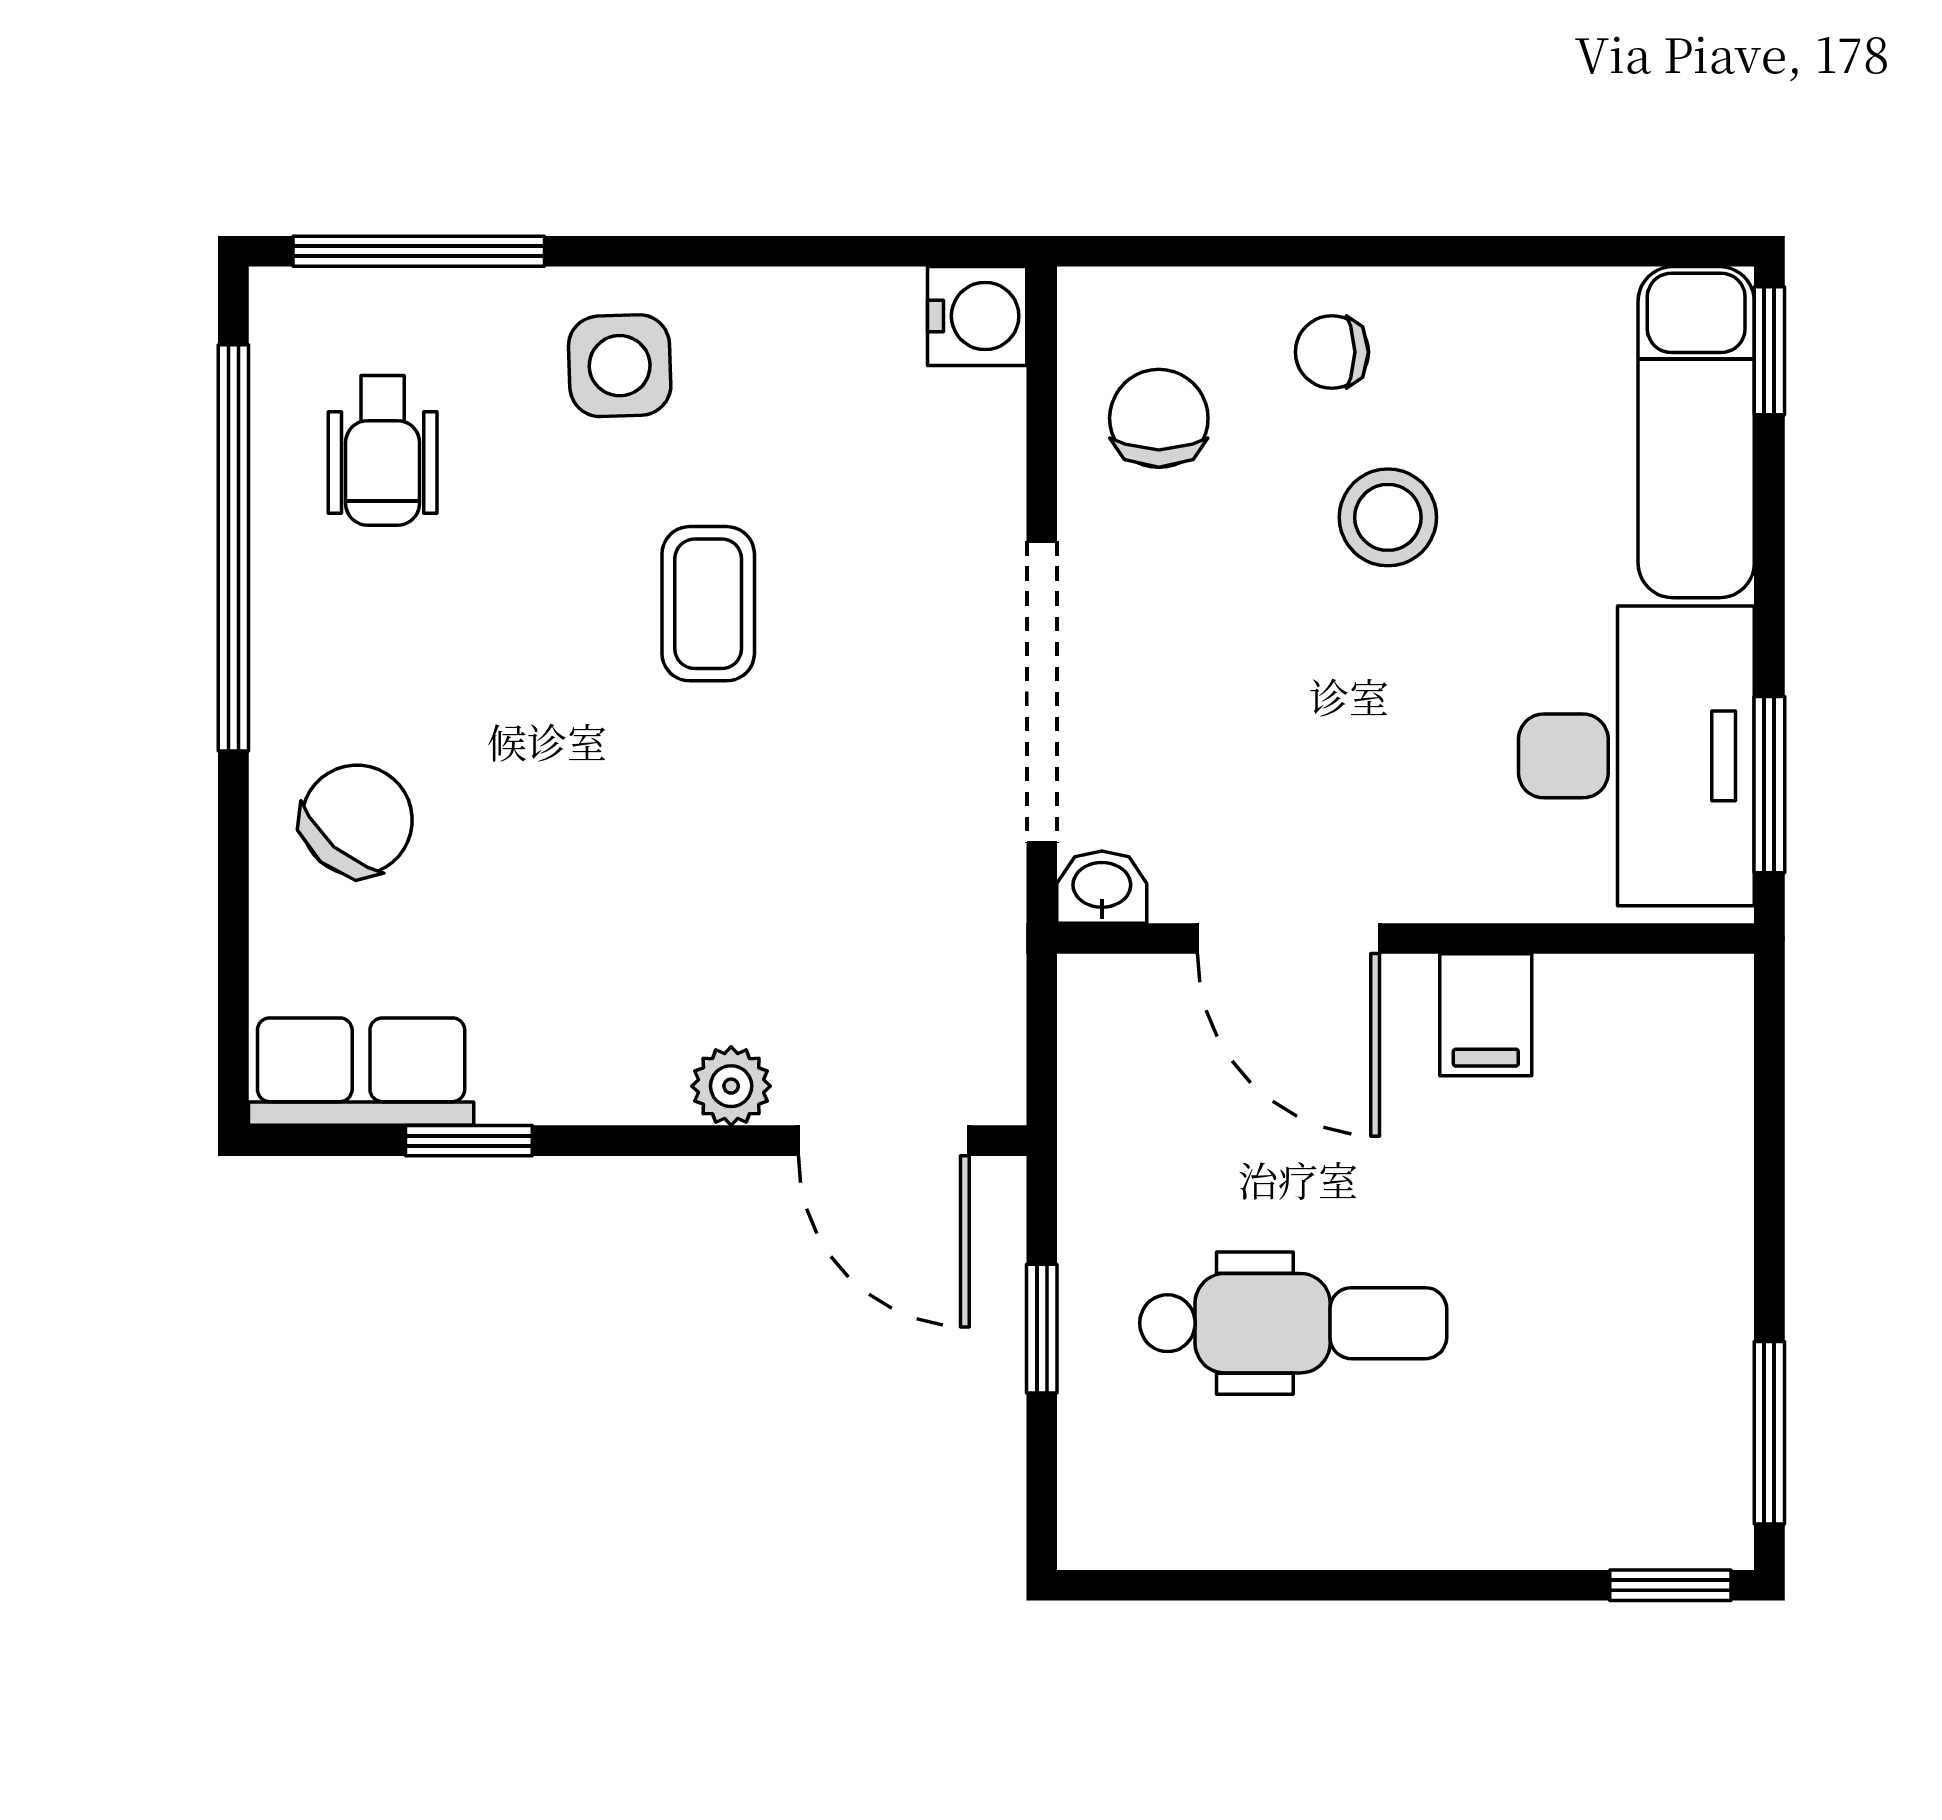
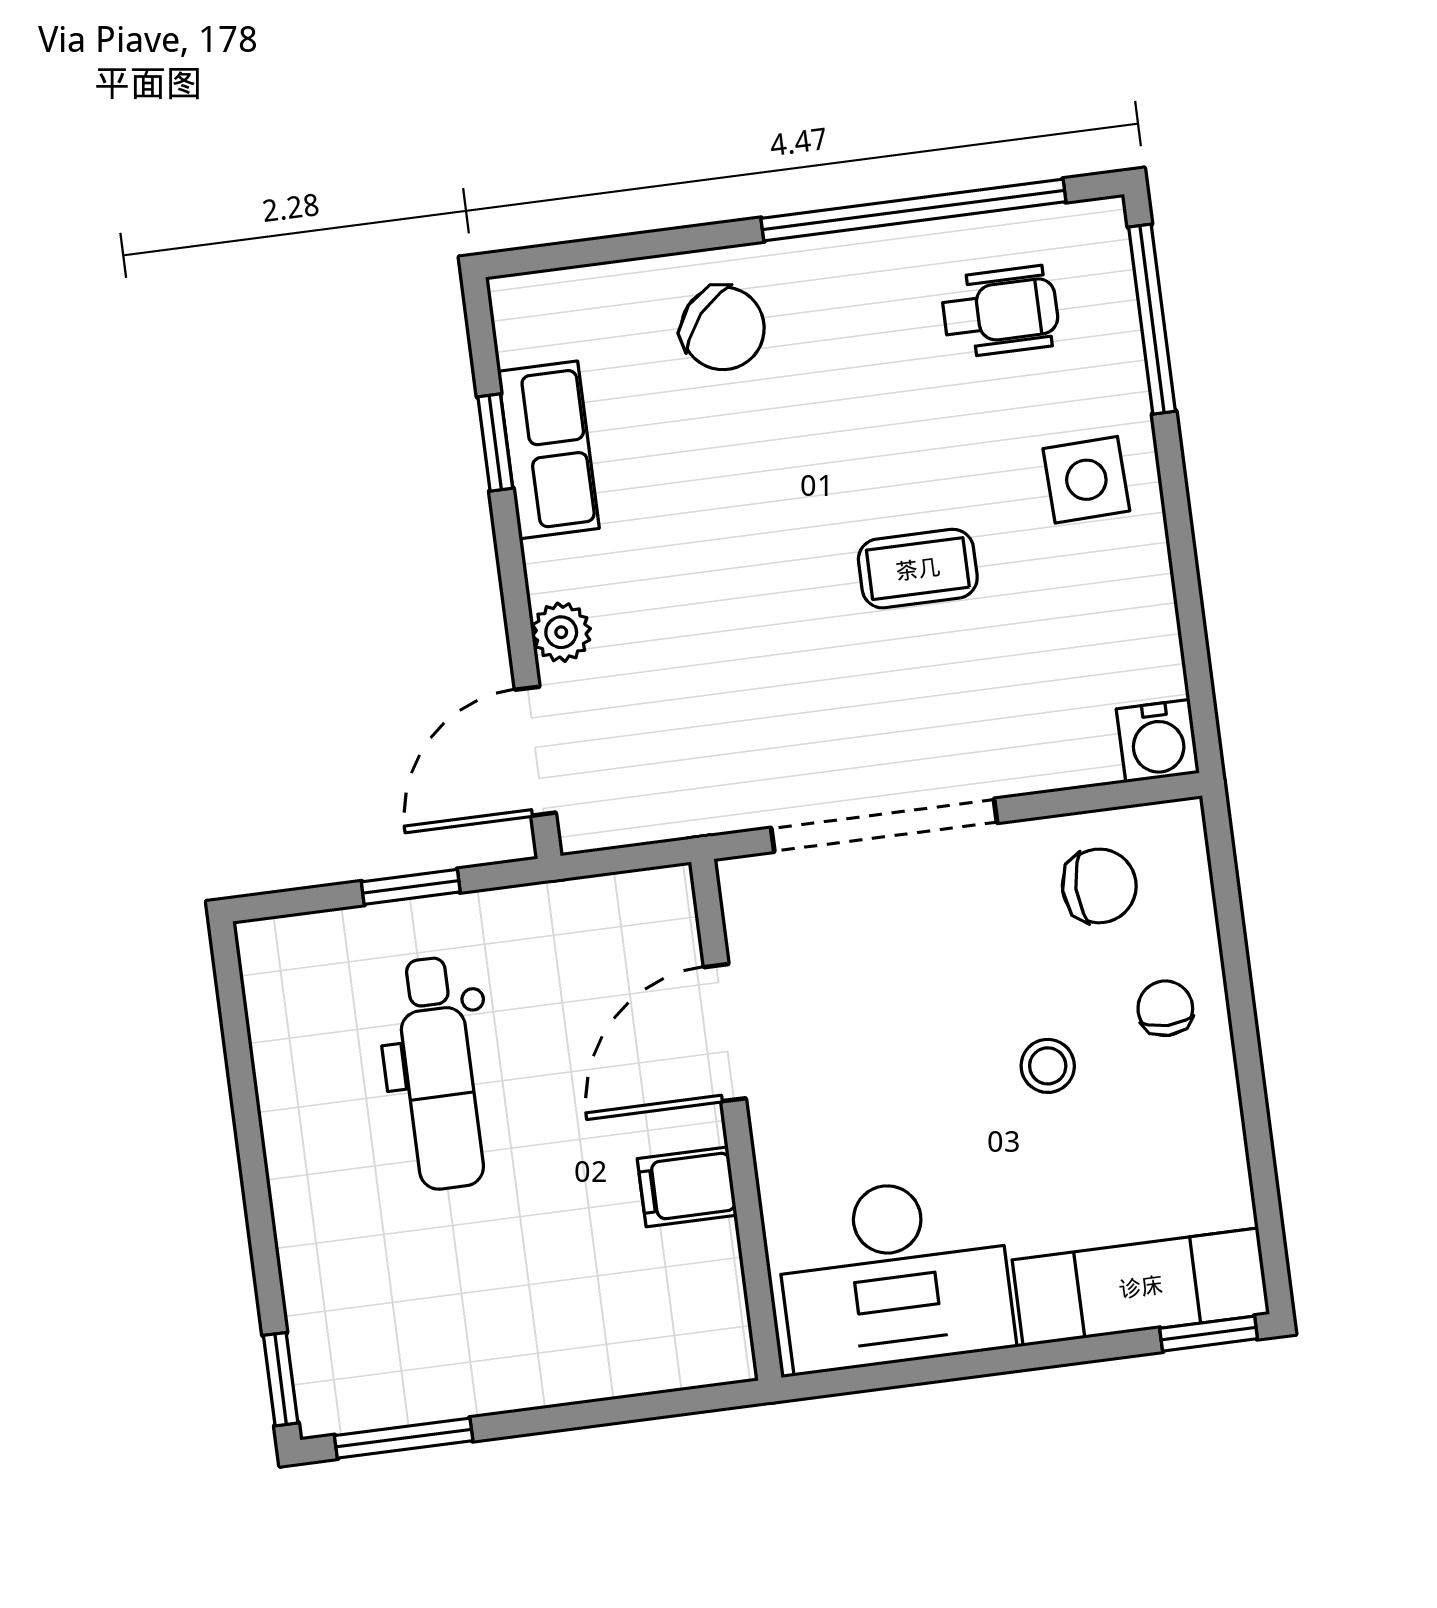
wheelchair: (383, 450) -> (1000, 312), turned 180
stool: (1388, 517) -> (1048, 1066), width x0.73, depth x0.73
window: (1769, 785) -> (886, 1376), removed
washbasin: (1102, 887) -> (745, 889), removed
row of seats: (361, 1072) -> (548, 450), moved

